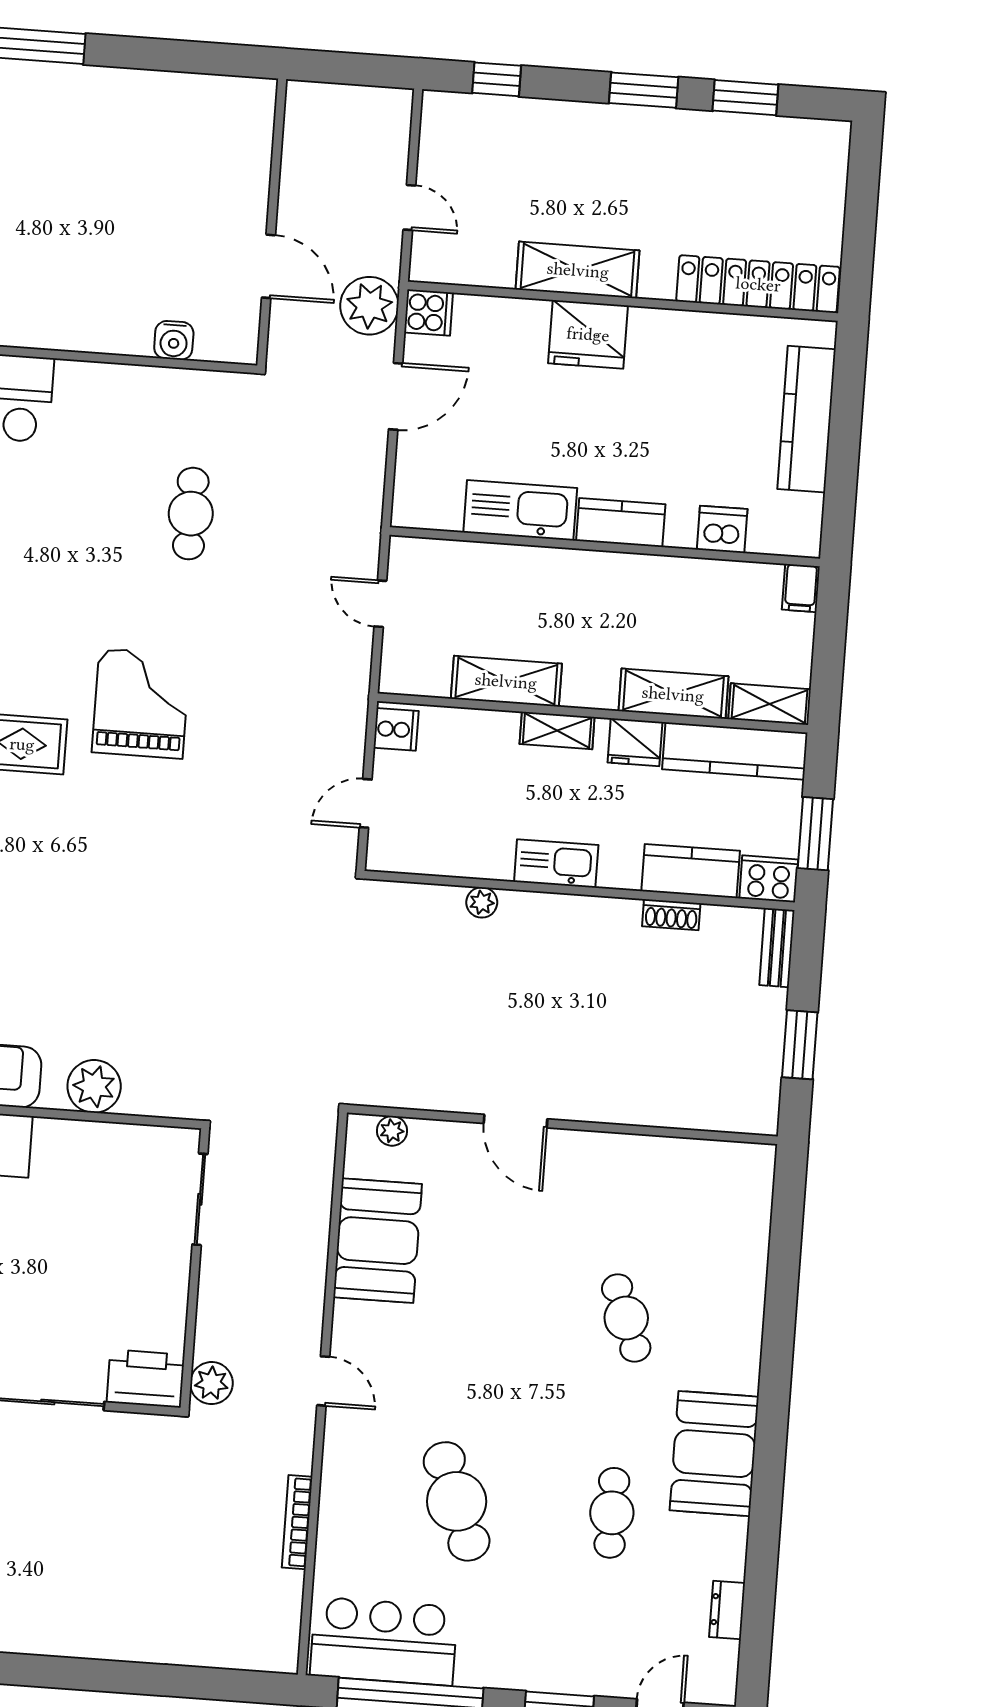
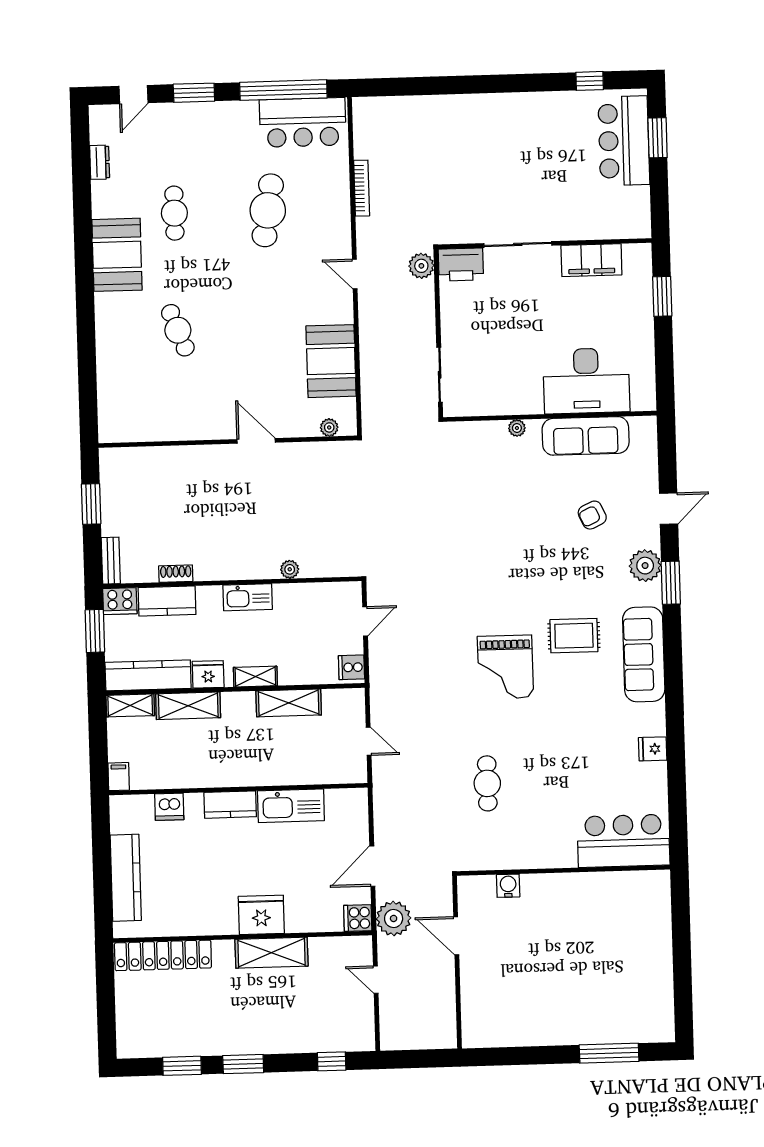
plant: (94, 1086) -> (517, 428), width x0.53, depth x0.53
cafe table: (457, 1501) -> (268, 210), turned 30

